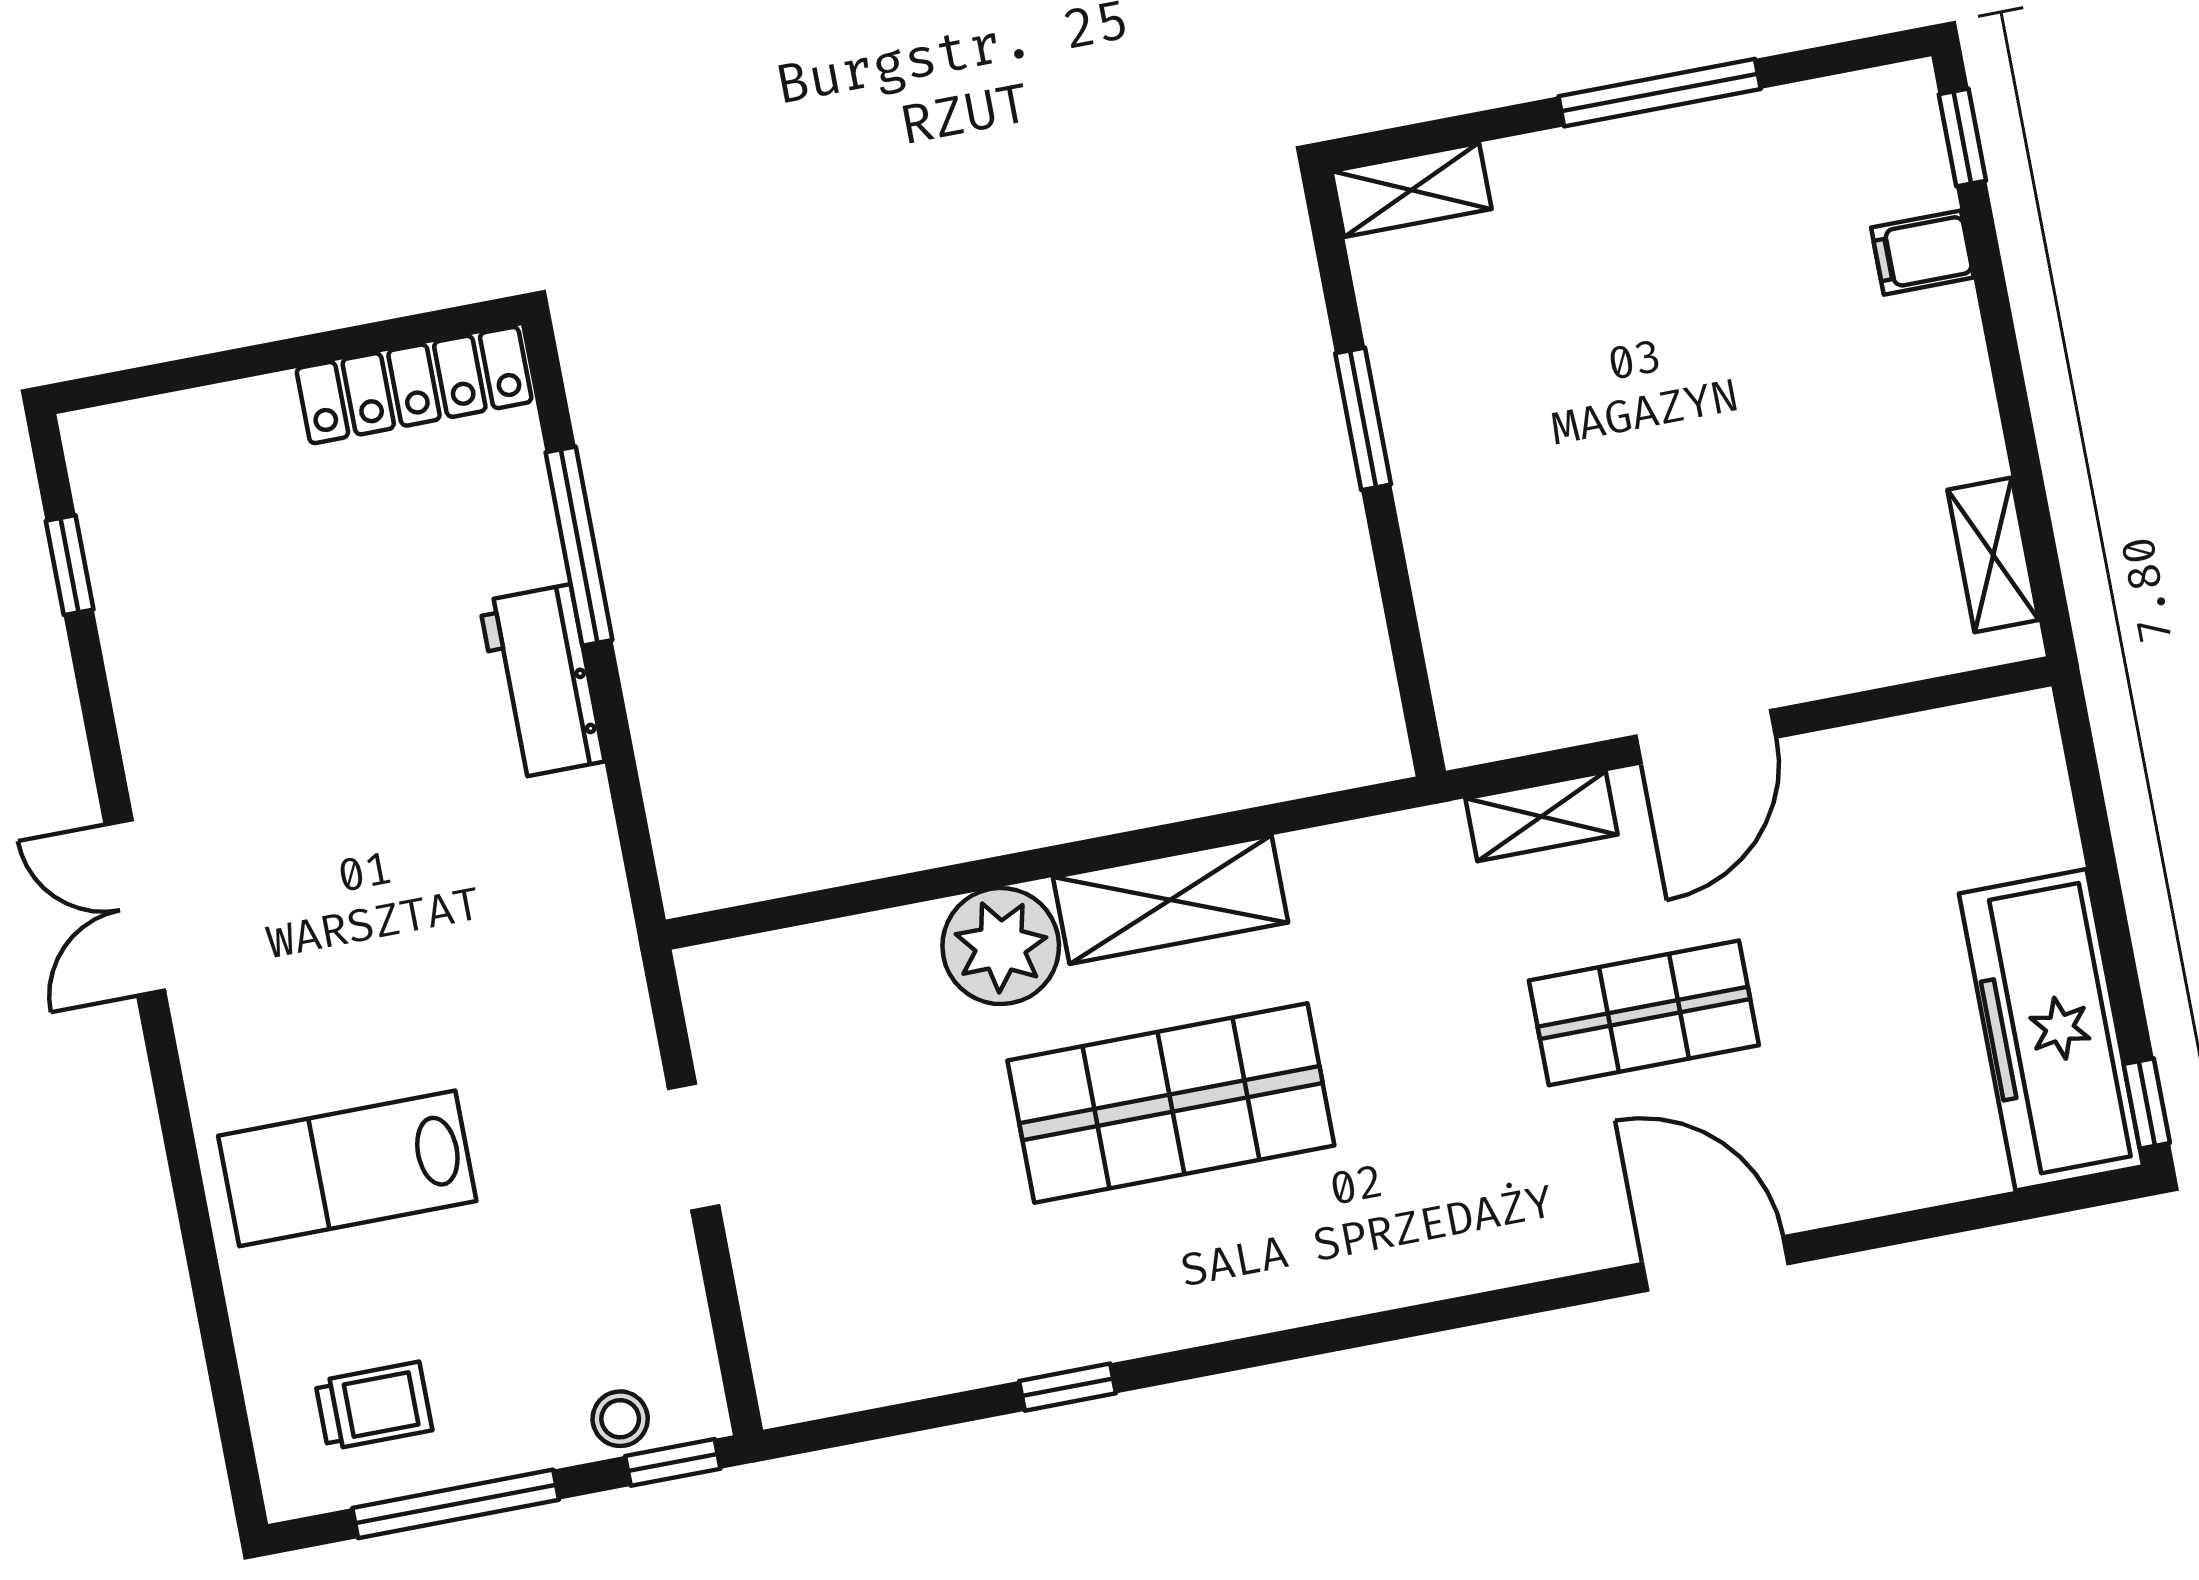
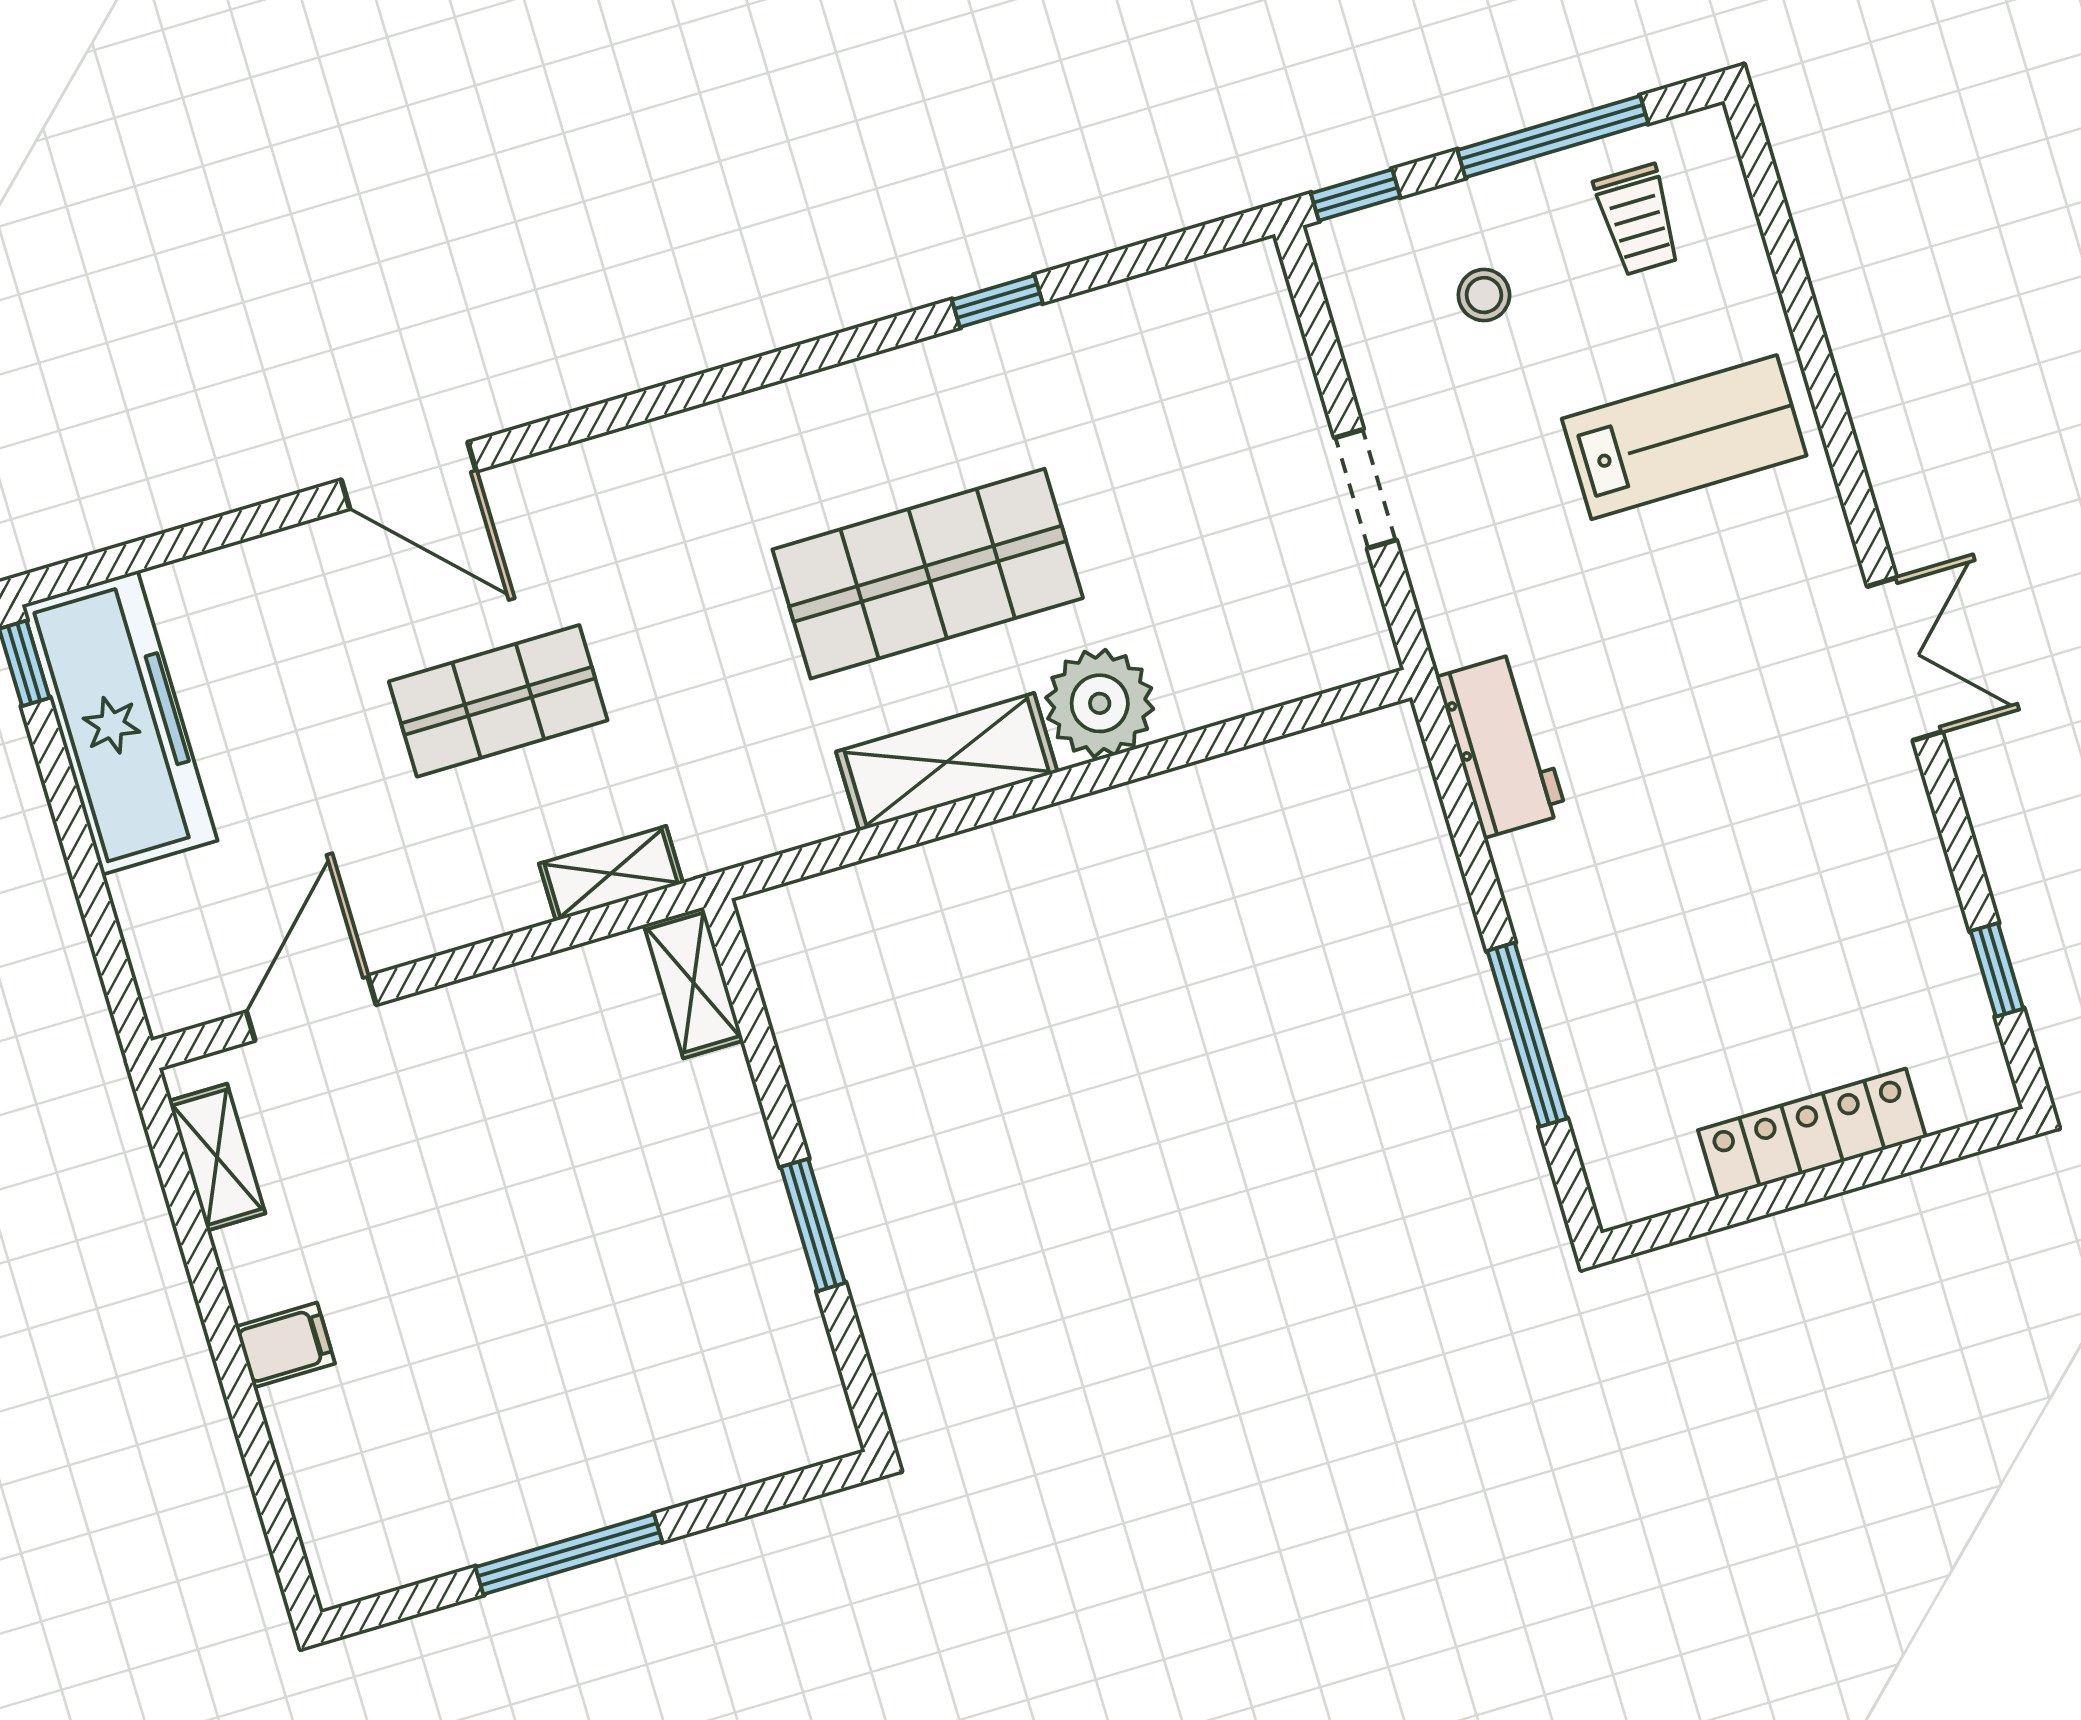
window: (1962, 138) -> (284, 1541), removed
shelving: (1411, 190) -> (694, 983), moved, turned 90
filing cabinet: (1922, 253) -> (285, 1345), moved
locker: (414, 385) -> (1812, 1134), moved
workbench: (542, 682) -> (1502, 745), moved
door: (1706, 737) -> (311, 1008), moved
trolley: (374, 1406) -> (1638, 220), turned -90
stool: (620, 1419) -> (1484, 295), moved

